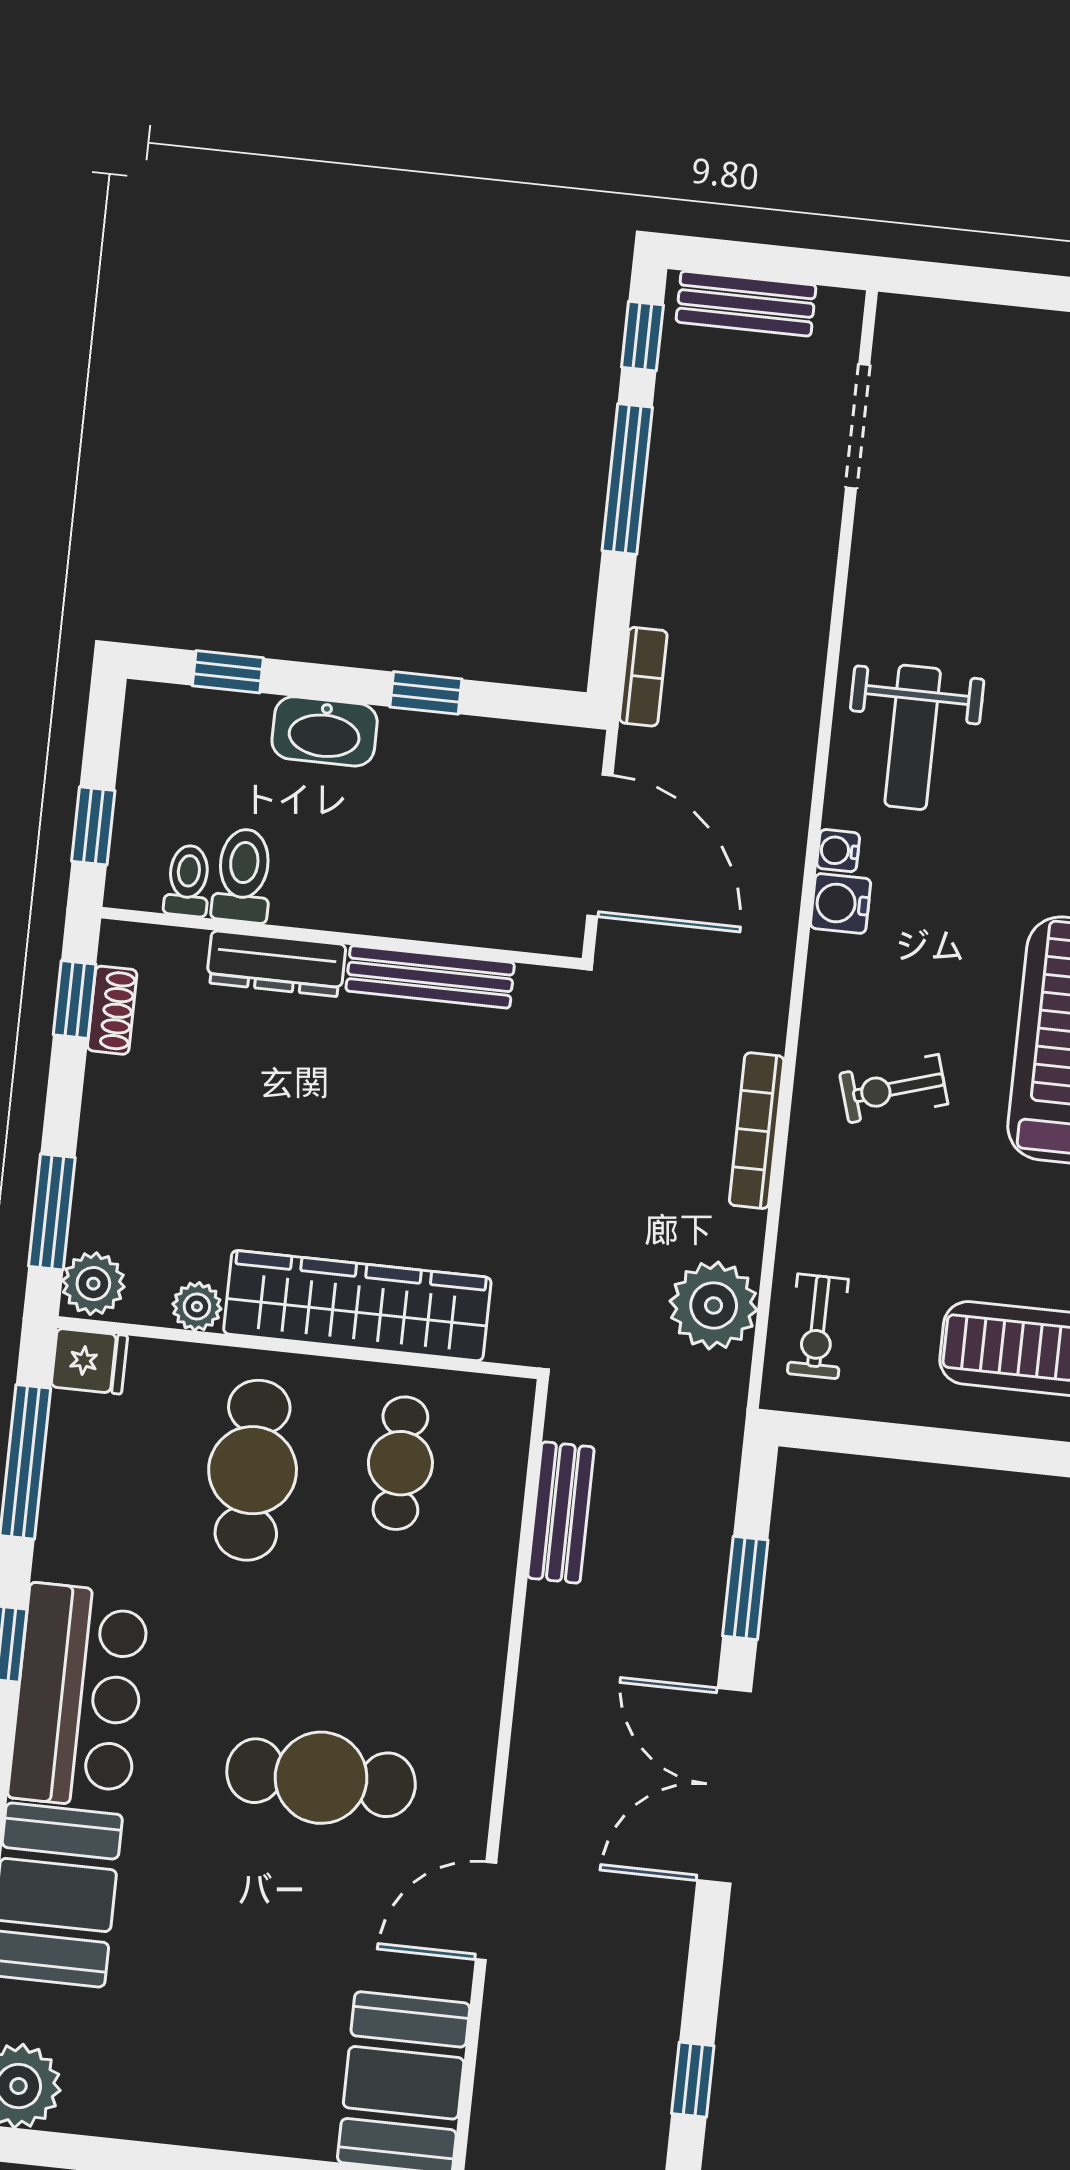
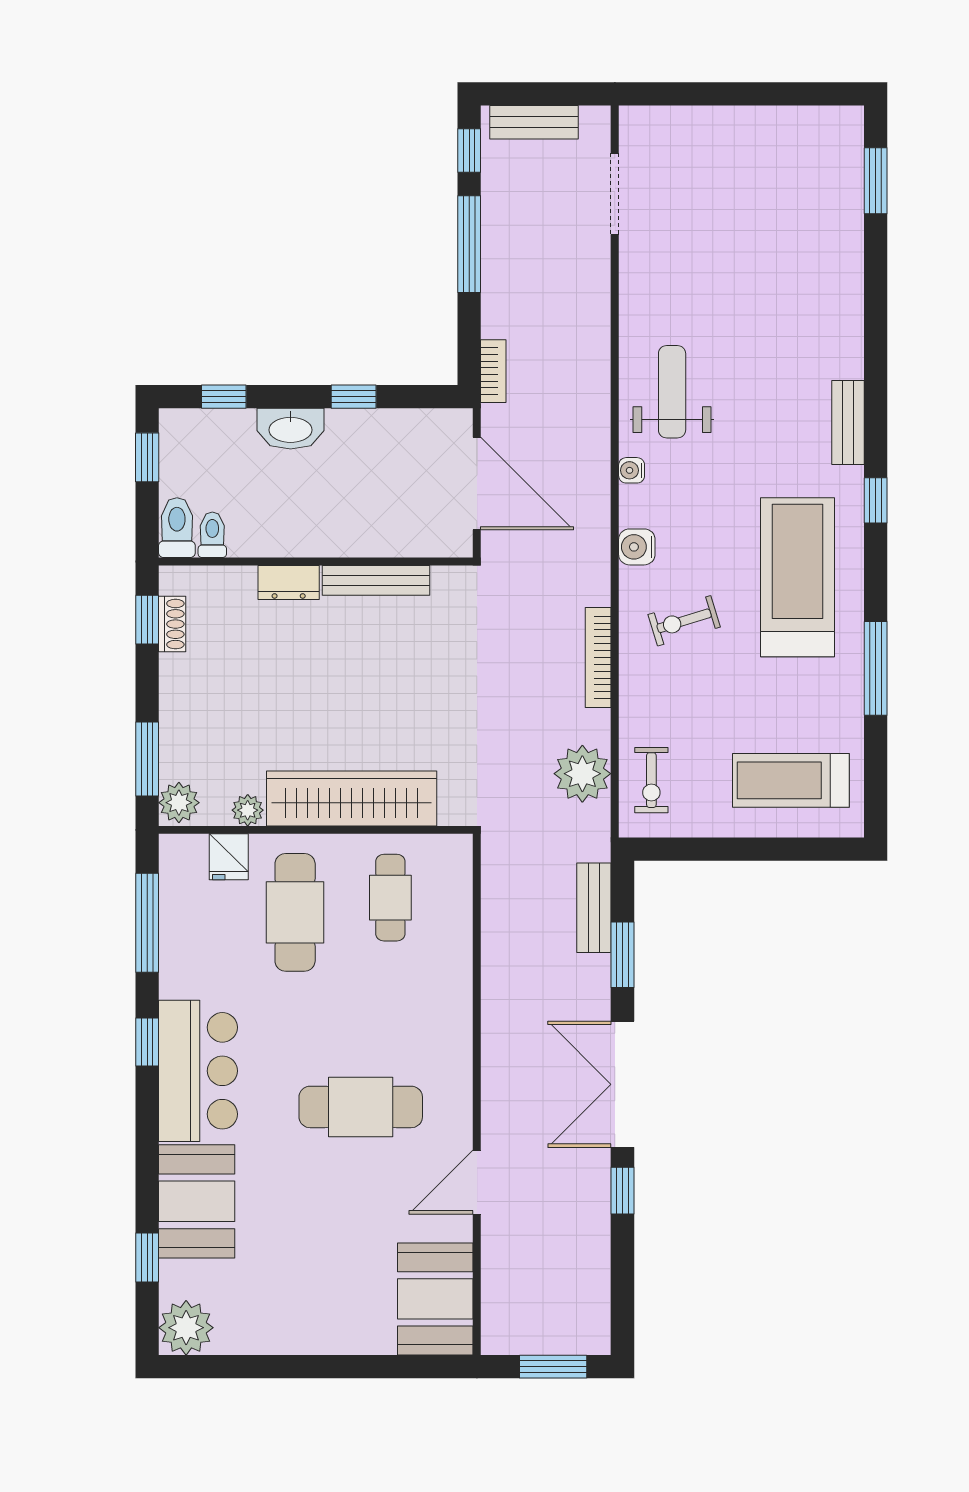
weight bench: (913, 737) -> (672, 392), turned 180
window: (93, 826) -> (147, 457), moved
toilet: (243, 875) -> (177, 528), moved
water cooler: (841, 903) -> (637, 547), moved
dresser: (276, 964) -> (289, 583), width x0.70
fridge: (89, 1361) -> (229, 857), moved, turned 90
bench: (561, 1513) -> (594, 908), moved
window: (693, 2080) -> (622, 1191), moved

